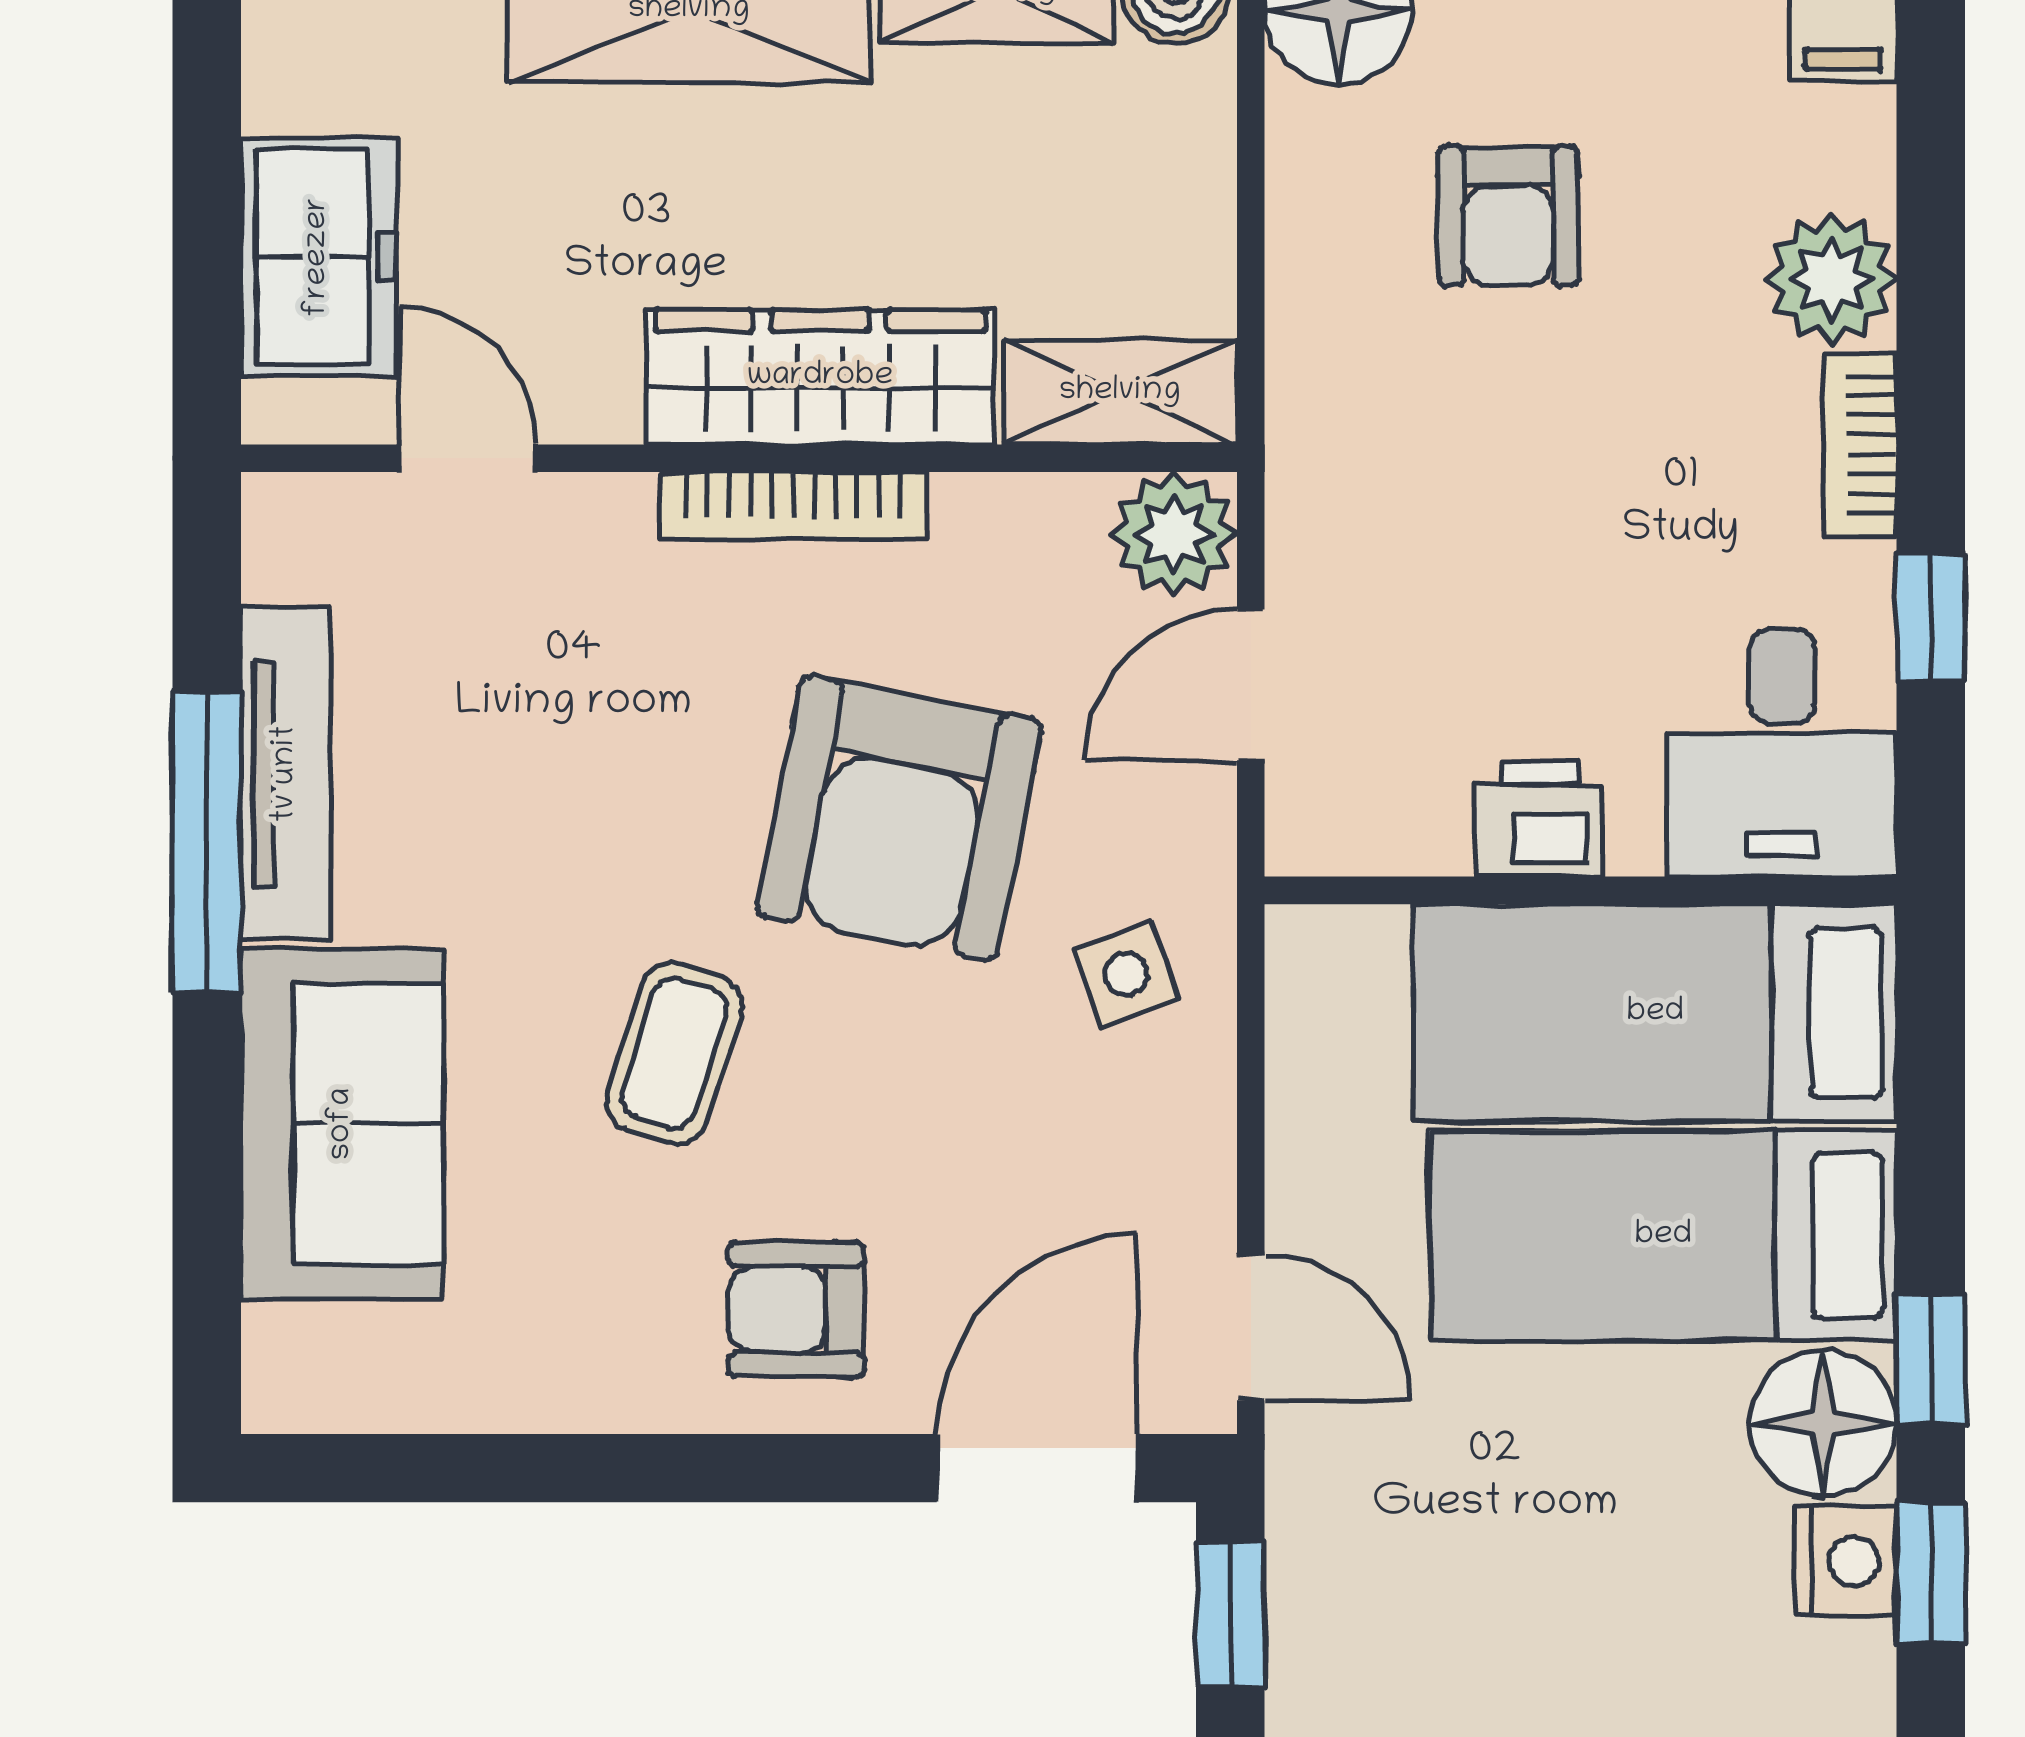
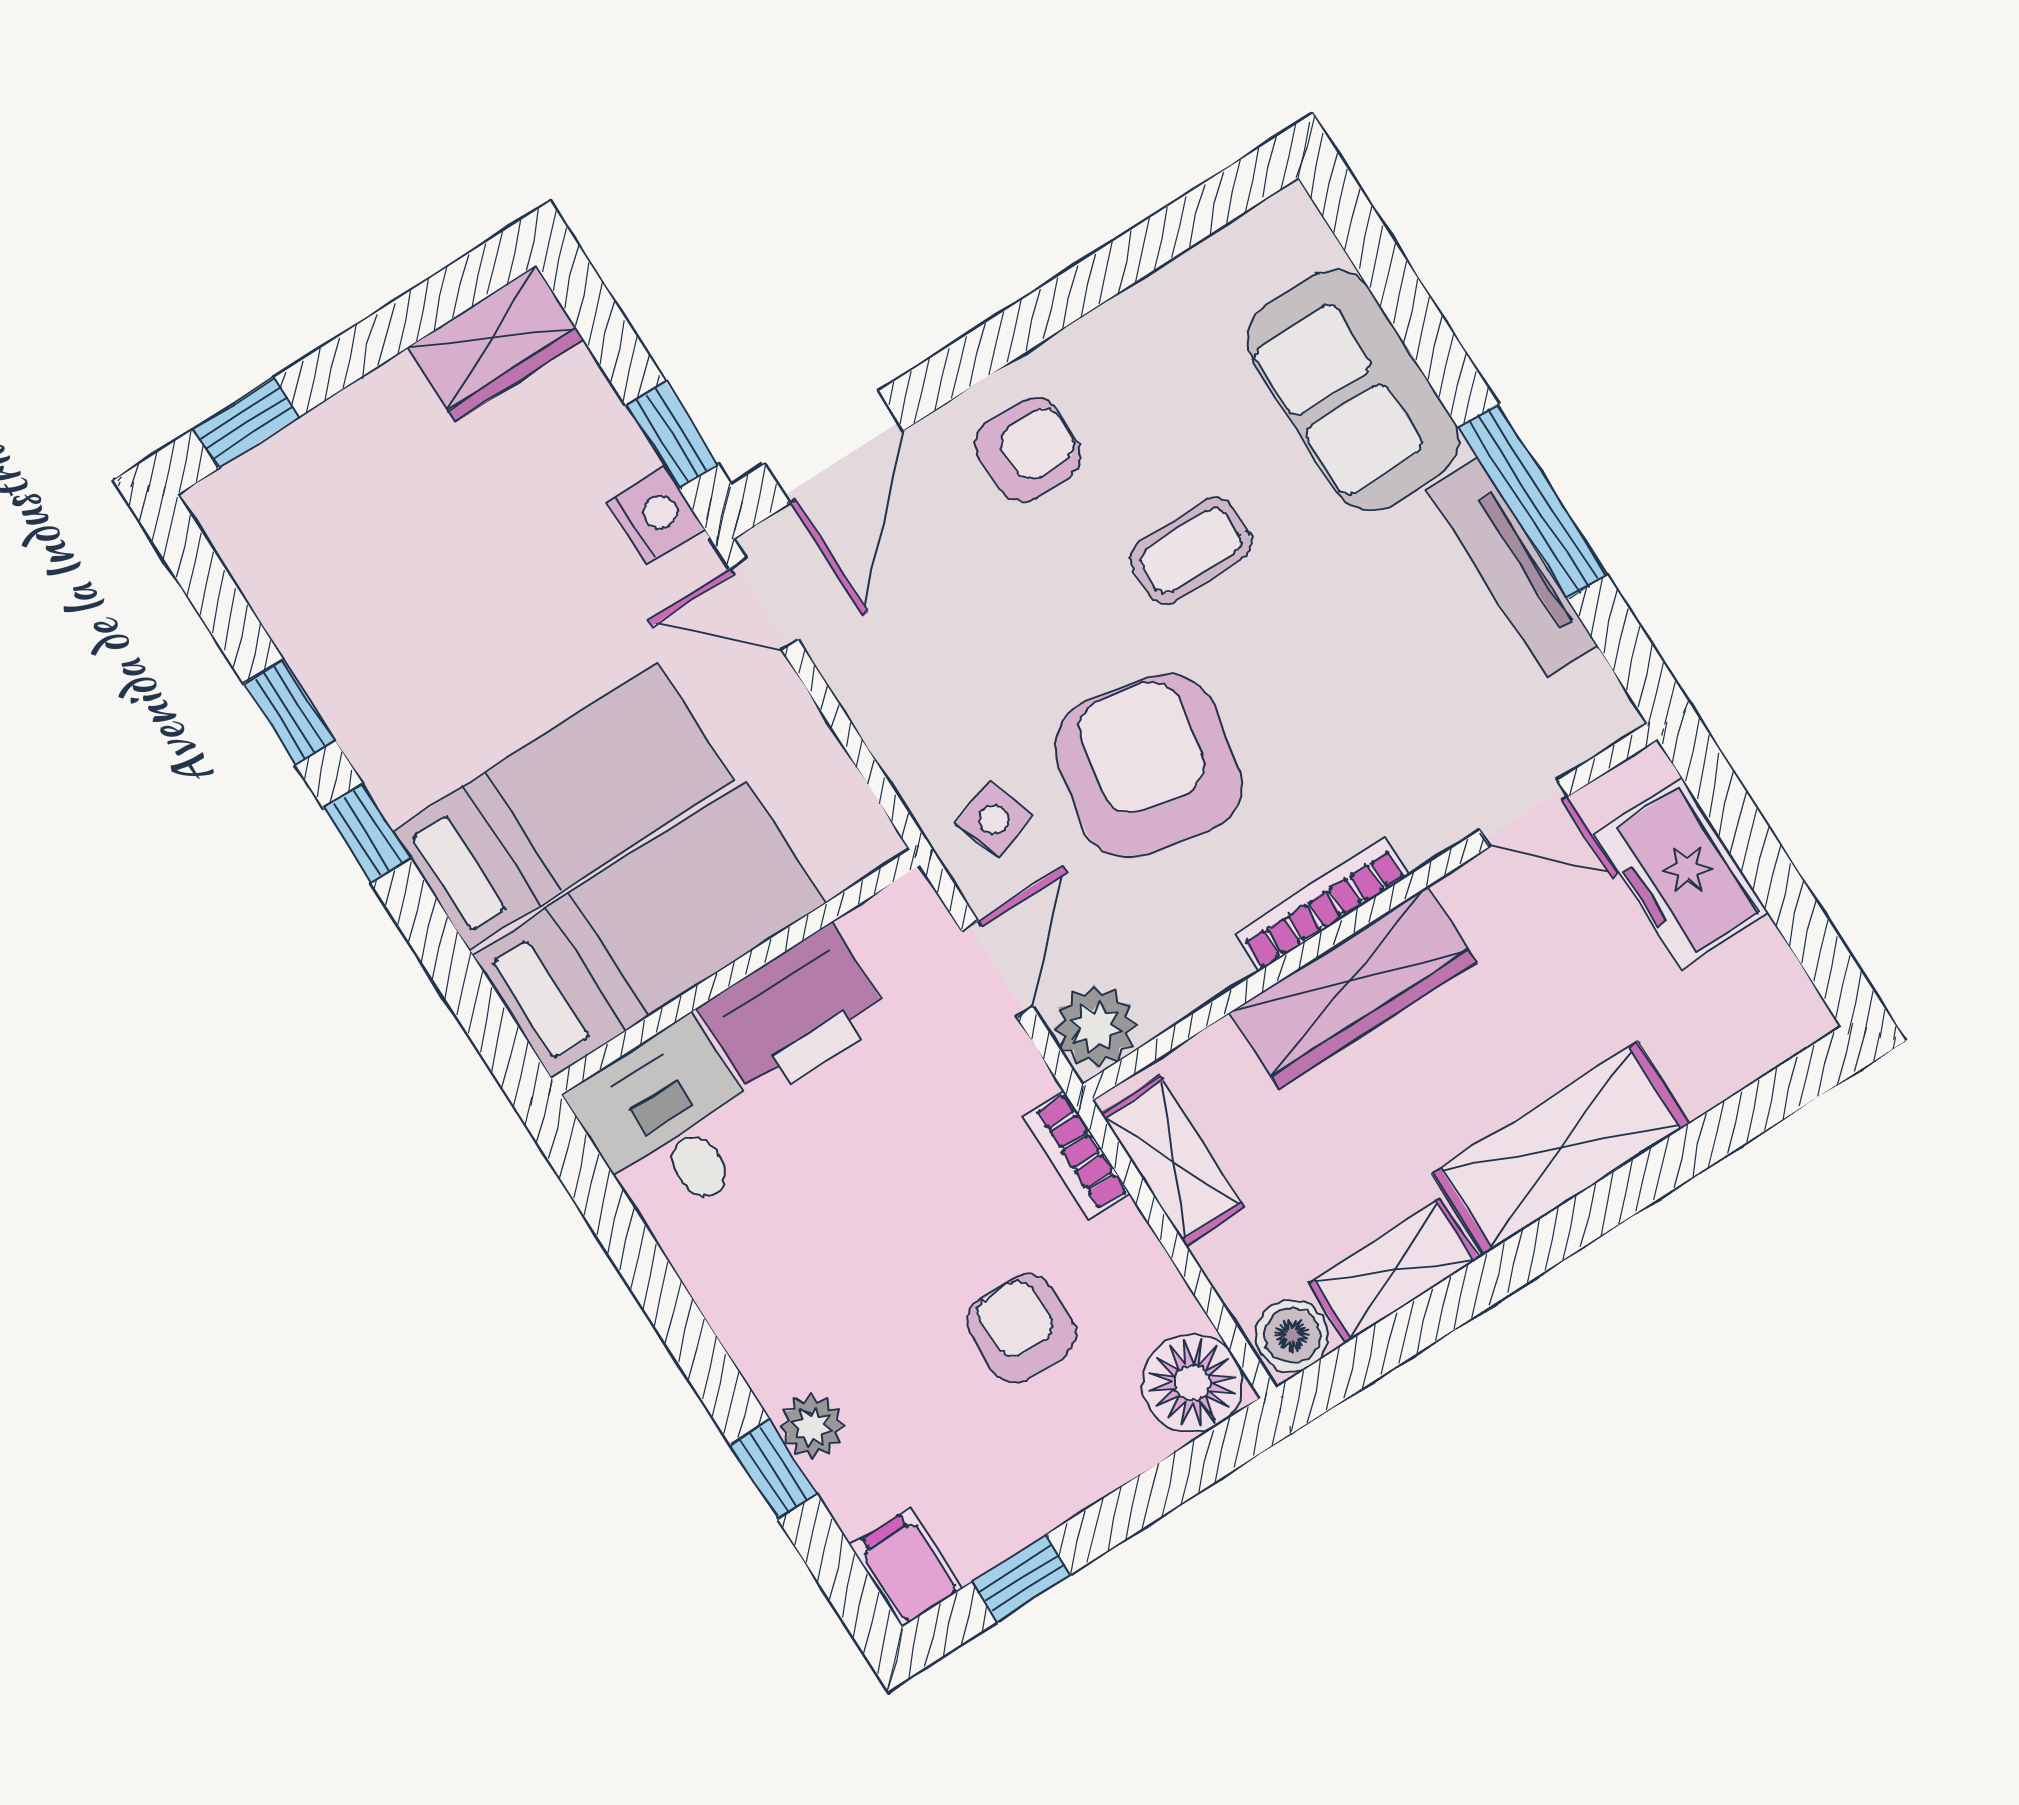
plant: (1831, 279) -> (812, 1427), width x0.73, depth x0.73
shelving: (1120, 392) -> (1173, 1160), moved, turned 90
bookcase: (1860, 445) -> (1076, 1155), moved, turned 180
window: (1931, 618) -> (774, 1469), moved
printer: (1539, 819) -> (795, 1013), width x1.87, depth x1.48
side table: (1126, 974) -> (994, 819), moved
coffee table: (674, 1054) -> (1191, 551), turned 72
floor lamp: (1823, 1423) -> (405, 758), removed
nightstand: (1846, 1561) -> (656, 515), moved, turned 180

